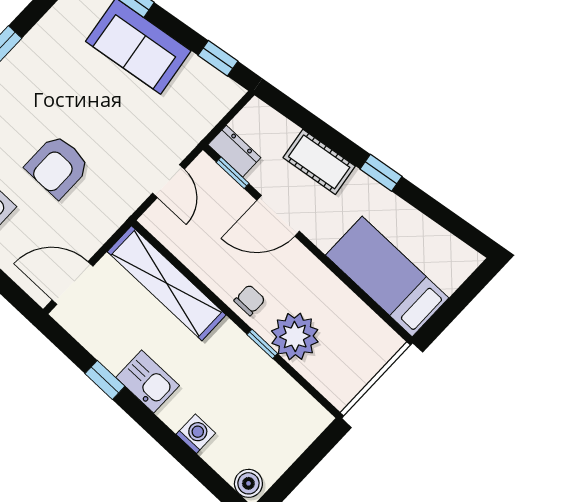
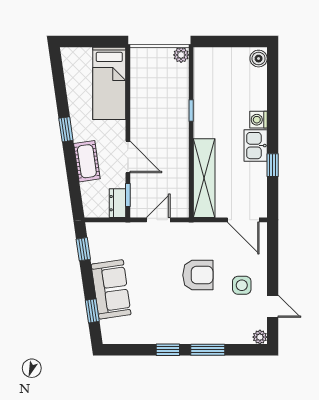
chair: (250, 300) -> (177, 134), removed
plant: (295, 336) -> (181, 55), moved, width x0.53, depth x0.53
washing machine: (196, 434) -> (258, 120), moved

